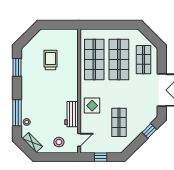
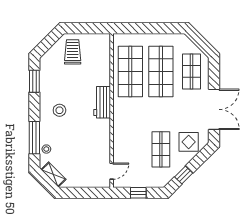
trolley: (51, 60) -> (73, 52), moved
display table: (92, 106) -> (189, 142), moved
workbench: (72, 114) -> (102, 102), moved
window: (149, 131) -> (184, 175), moved
stool: (59, 142) -> (59, 110), moved

